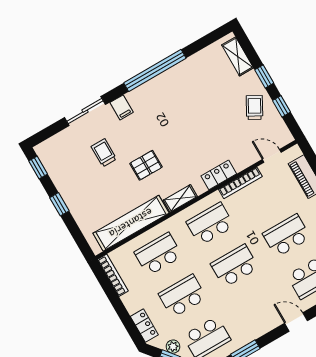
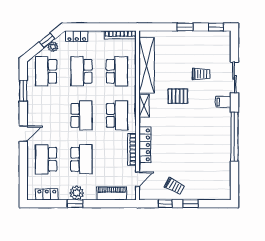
shelving: (238, 56) -> (213, 194), removed
pallet: (146, 165) -> (178, 96), turned 90
locker: (219, 175) -> (145, 145), width x1.53
school desk: (183, 296) -> (81, 71), turned 180

